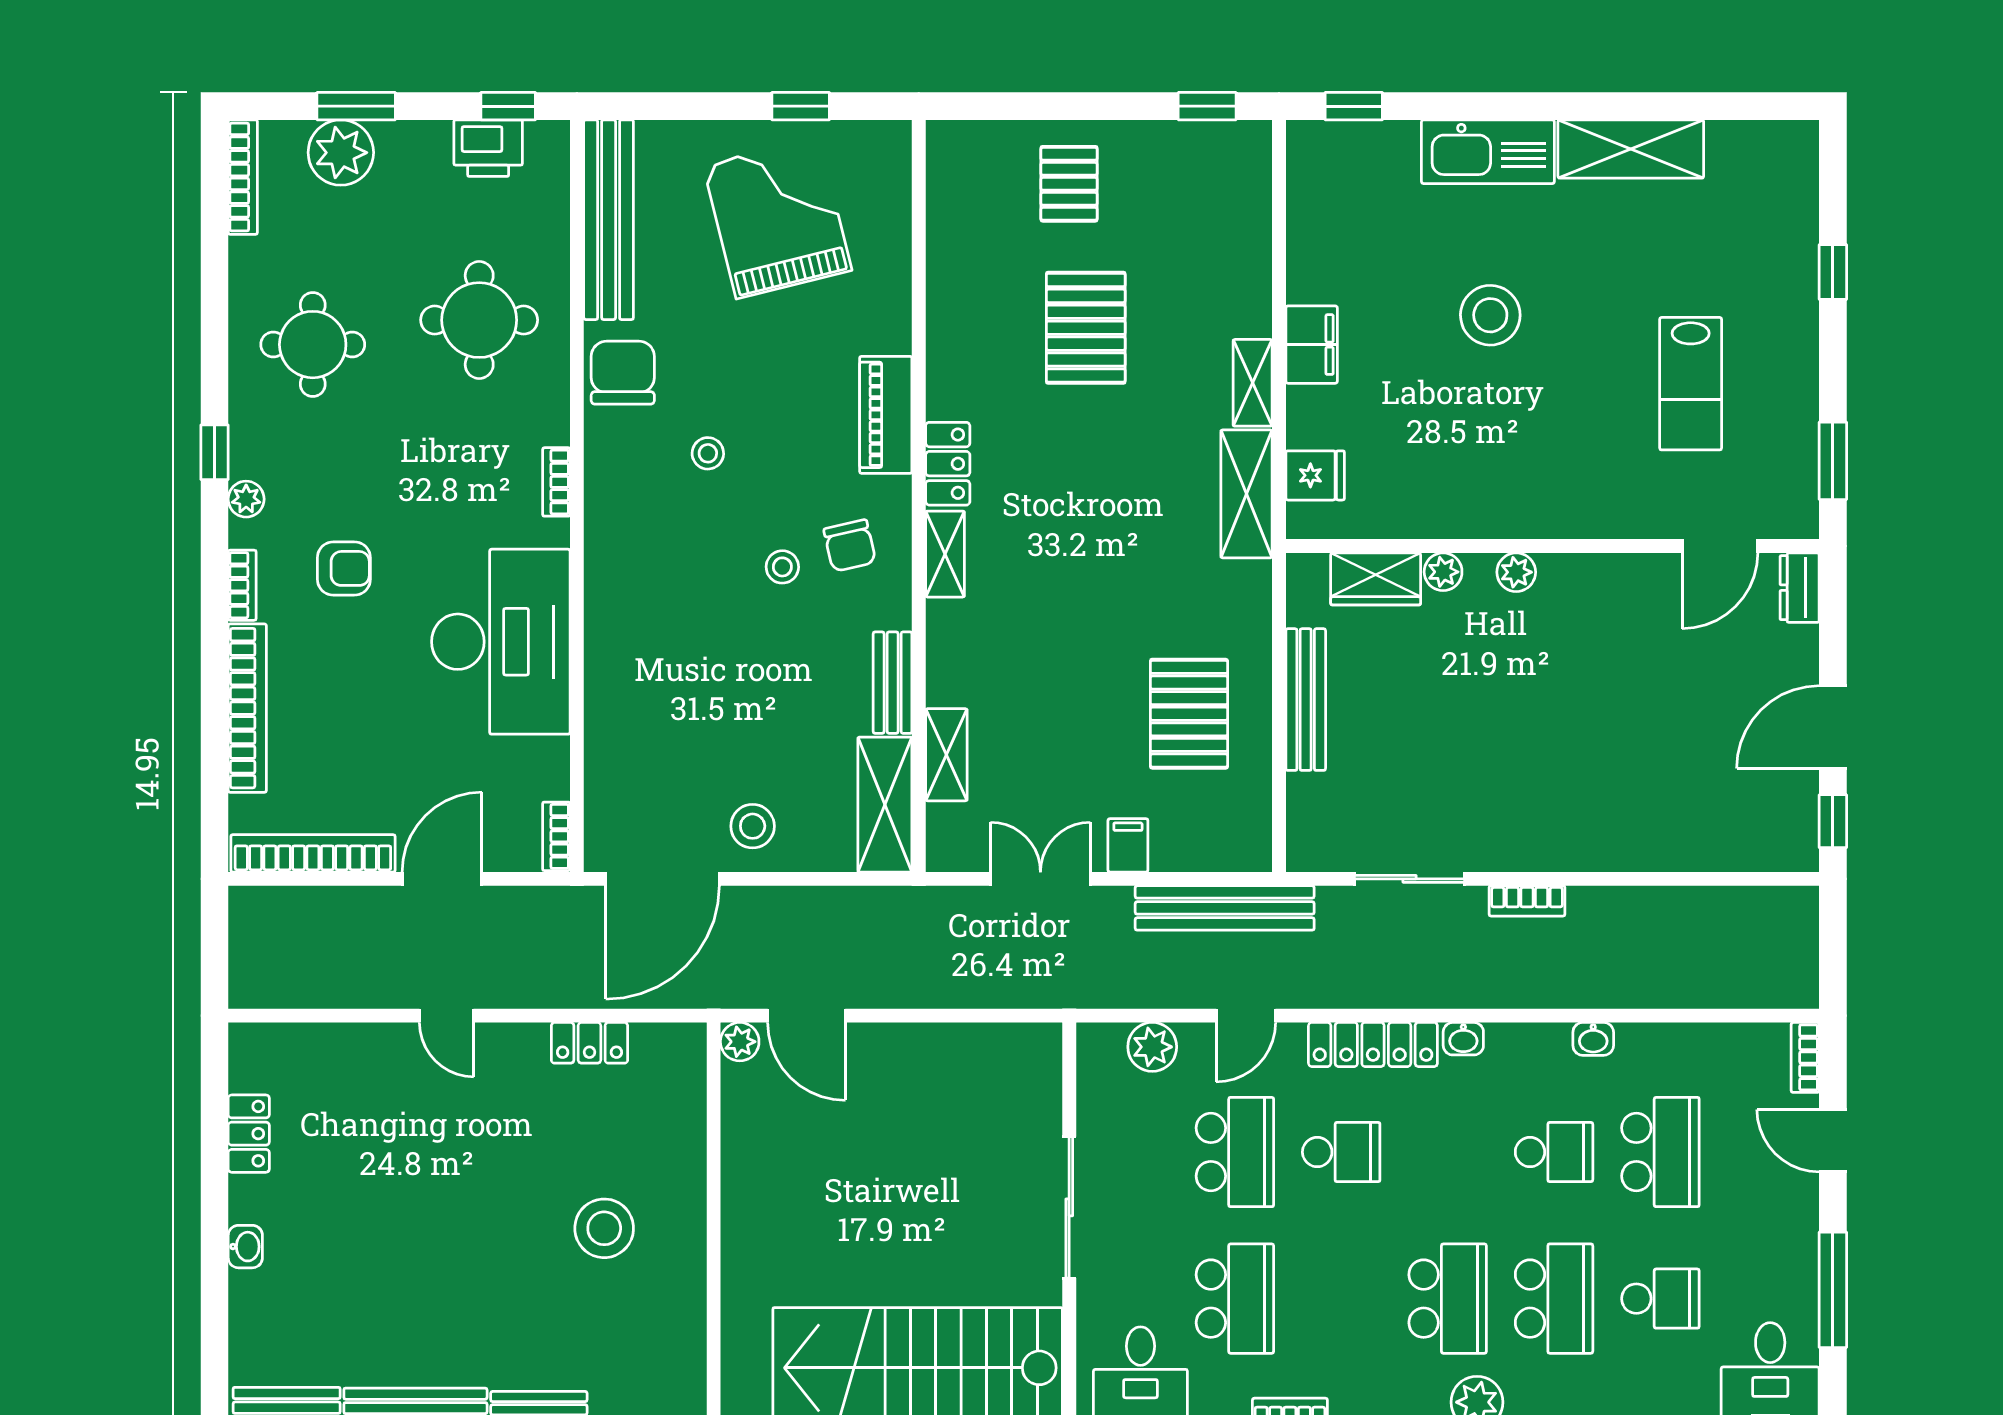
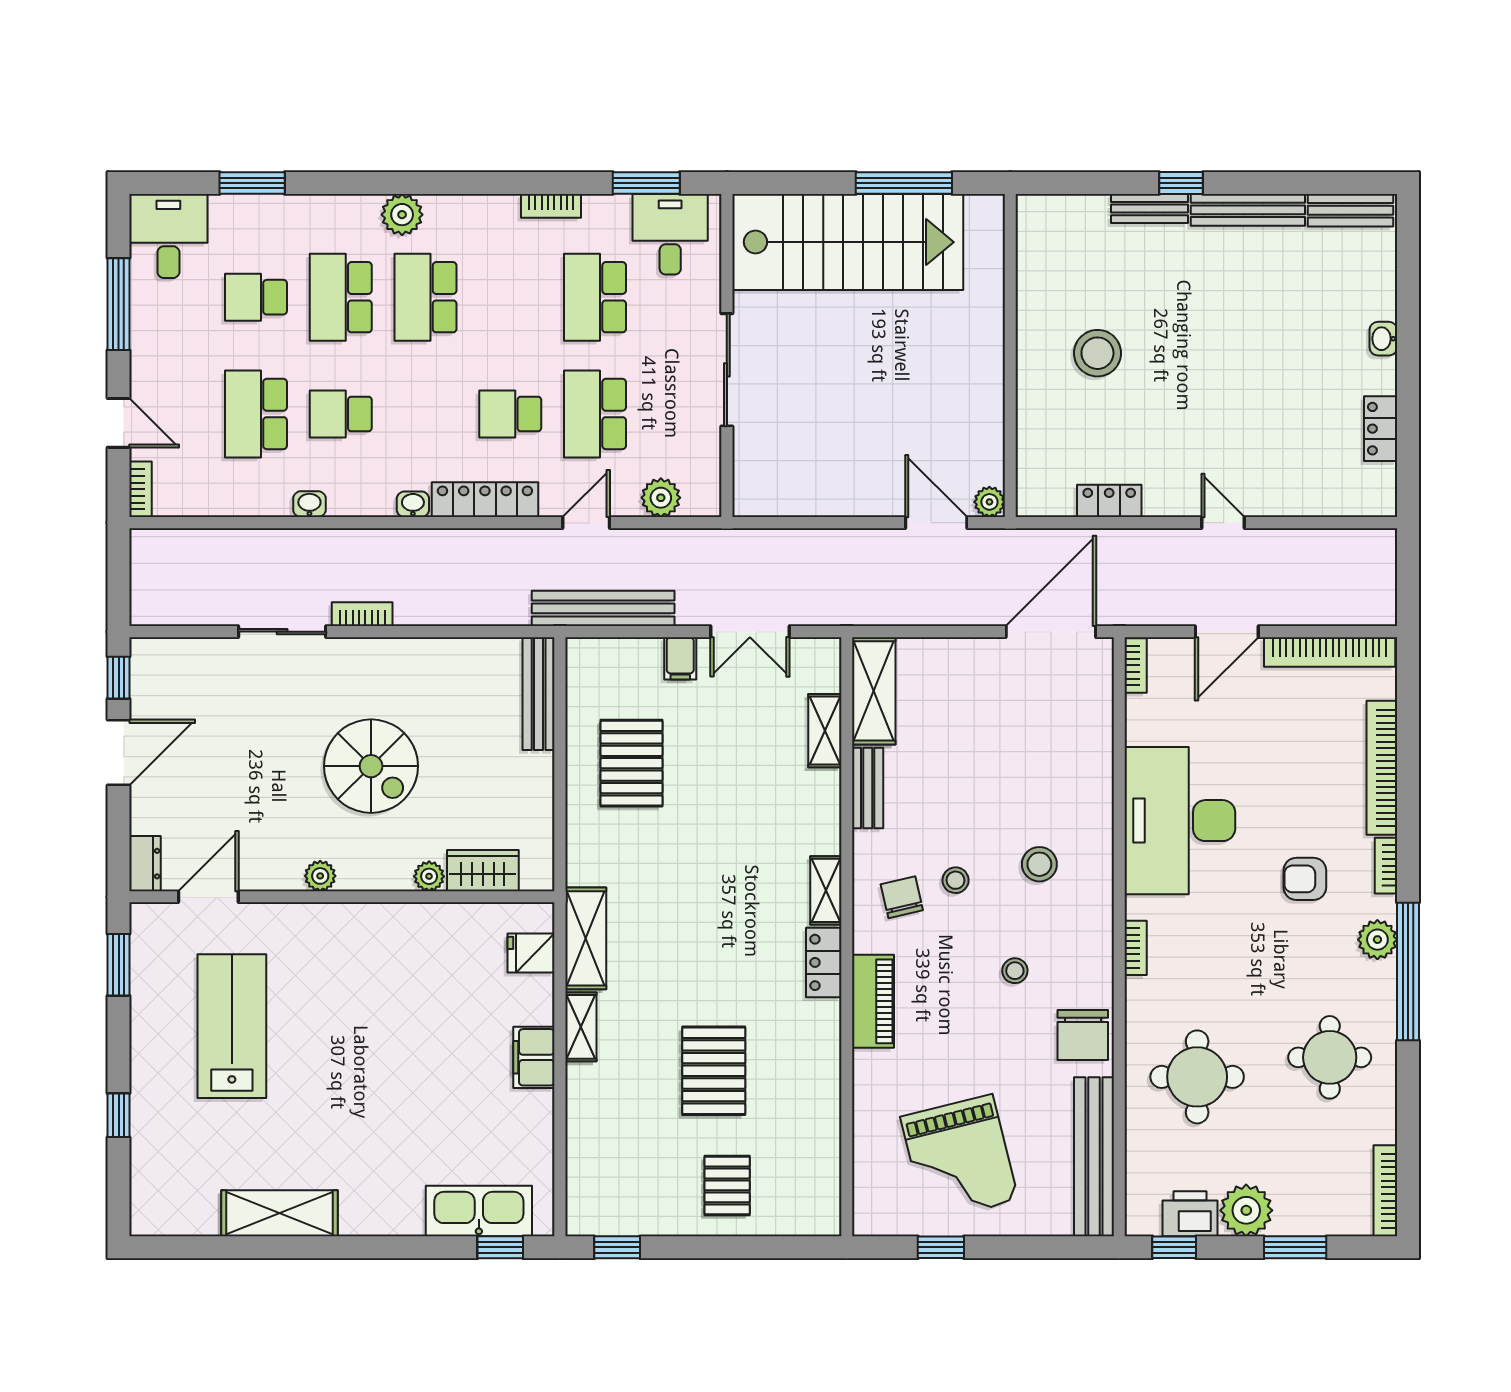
kitchen sink: (1488, 152) -> (479, 1211), moved
plant: (341, 153) -> (1246, 1210), moved
stool: (1490, 315) -> (391, 1081), removed
lab bench: (1691, 384) -> (232, 1026), width x1.36, depth x1.39
window: (214, 452) -> (1408, 972), width x3.17
plant: (246, 499) -> (1377, 940), width x1.38, depth x1.38
plant: (1516, 572) -> (320, 876), moved
bench: (1306, 700) -> (539, 694), moved
spiral stairs: (1516, 710) -> (371, 766), added
stool: (753, 826) -> (1039, 864), moved
sliding door: (1410, 879) -> (282, 632), moved

